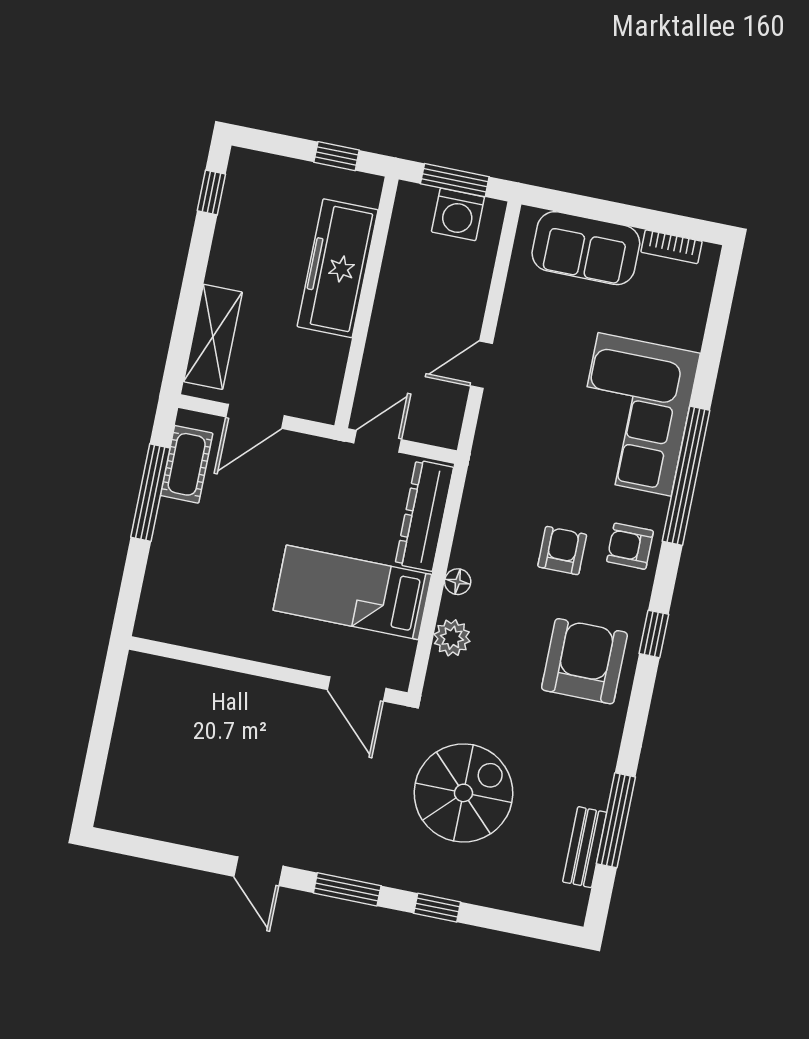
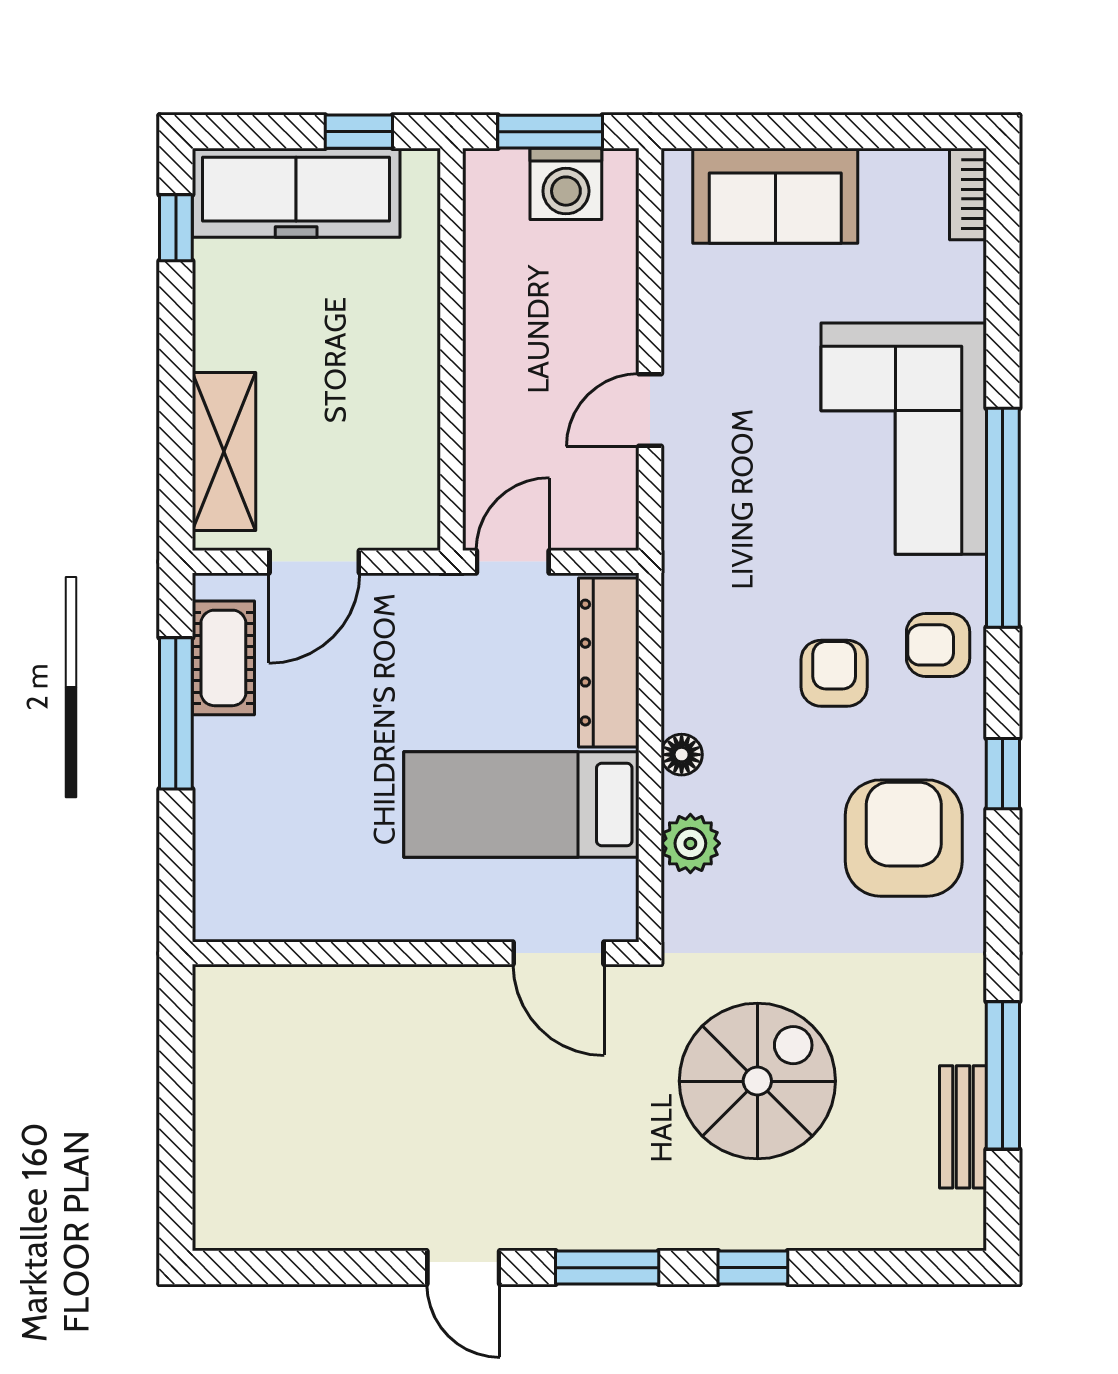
bookcase: (672, 247) -> (968, 194), moved, turned 90
freezer: (338, 268) -> (296, 193), moved, turned -90

